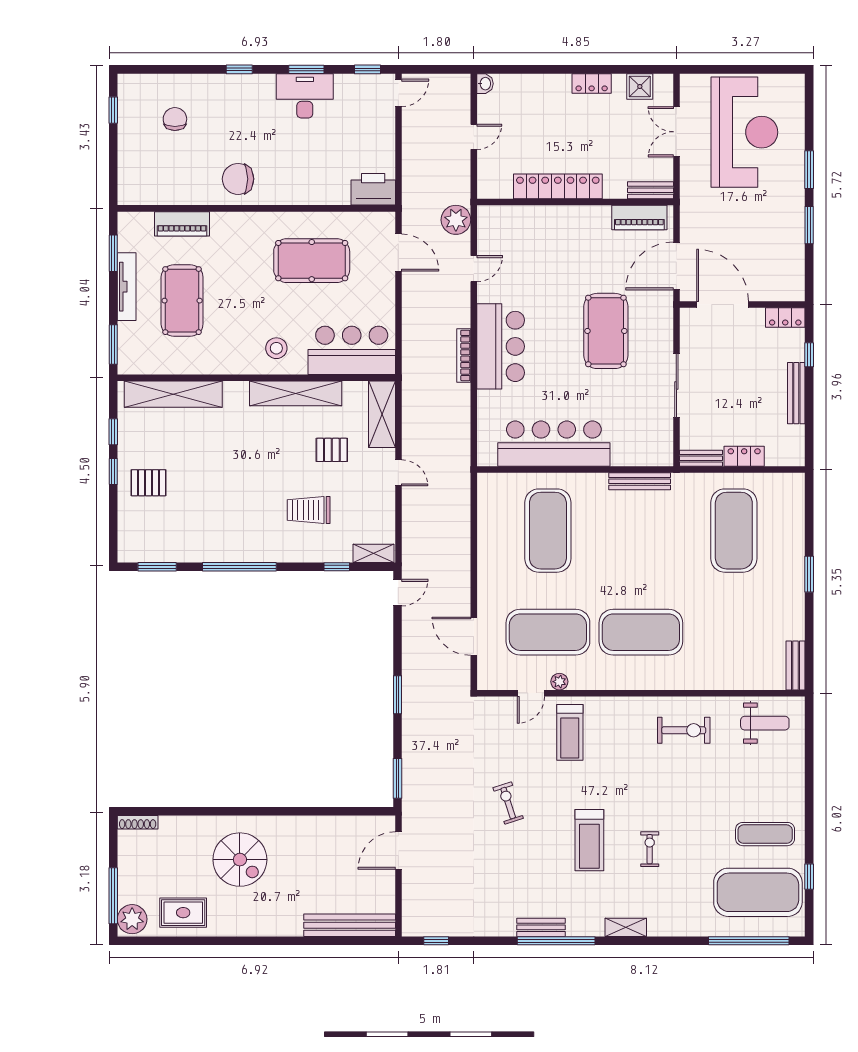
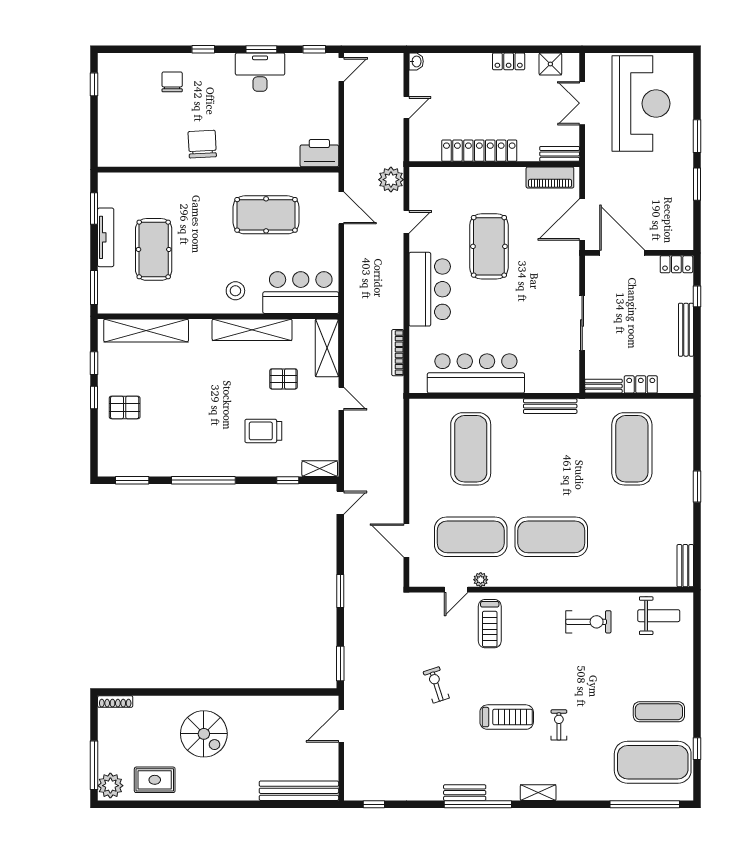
chair: (175, 119) -> (172, 82), moved
chair: (238, 179) -> (202, 144), turned 87
piano: (182, 224) -> (154, 183), removed
pool table: (606, 331) -> (489, 246), moved
bookcase: (464, 355) -> (398, 353), moved
treadmill: (589, 840) -> (507, 717), turned -90

